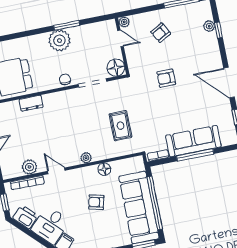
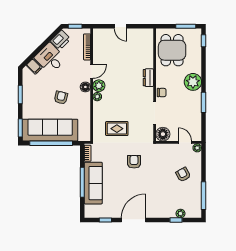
door: (120, 38) -> (185, 142), swing flipped
plant: (59, 41) -> (193, 82), moved
armchair: (166, 78) -> (134, 162), moved
dresser: (31, 103) -> (148, 78), moved
plant: (29, 167) -> (99, 86), moved
floor lamp: (104, 169) -> (85, 87), moved

